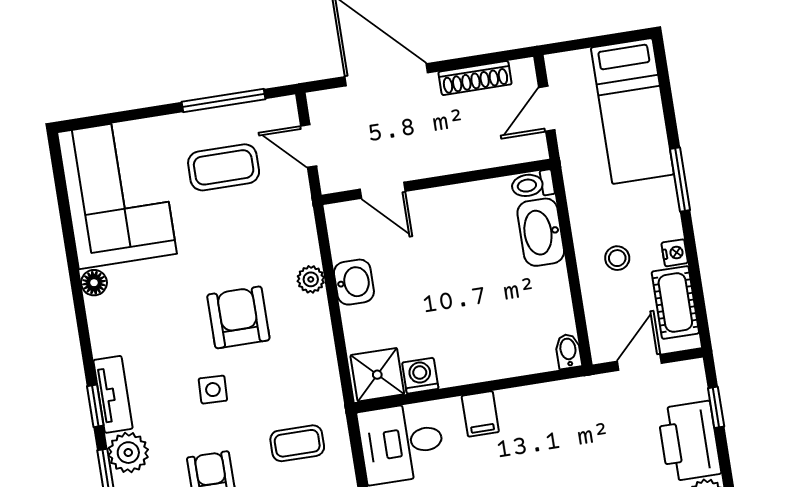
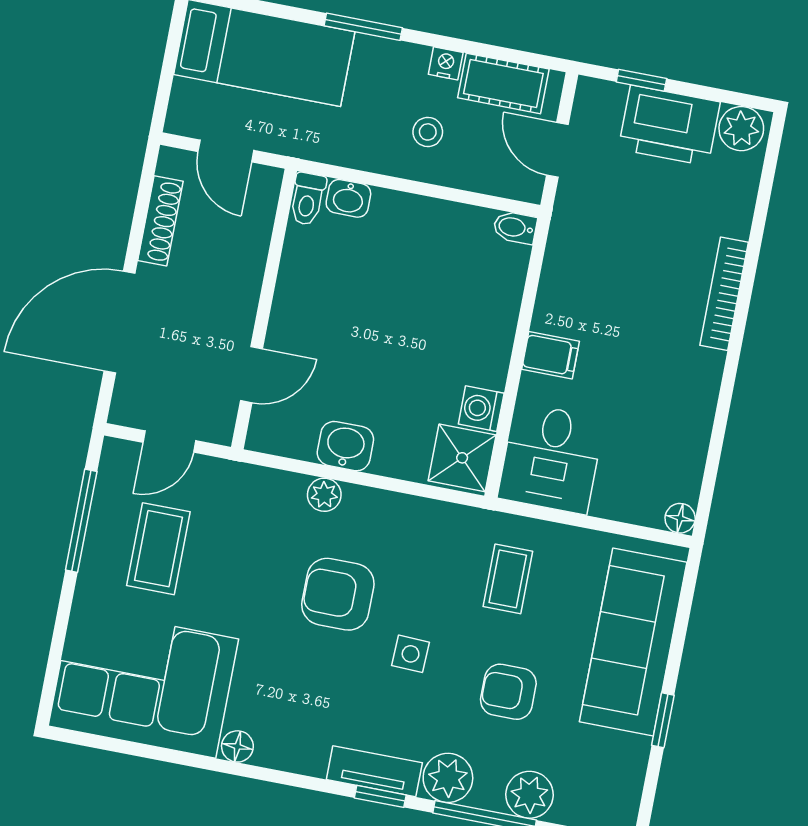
washbasin: (541, 232) -> (348, 198), width x0.52, depth x0.69

